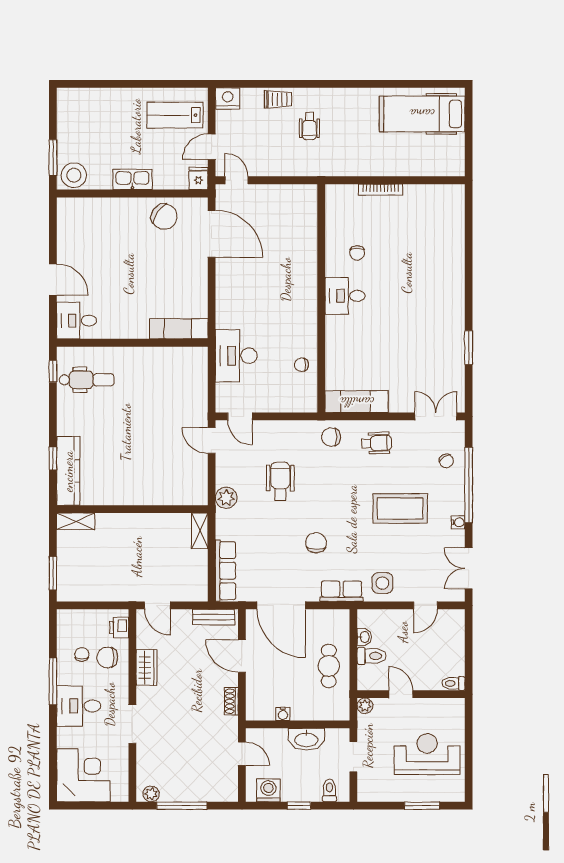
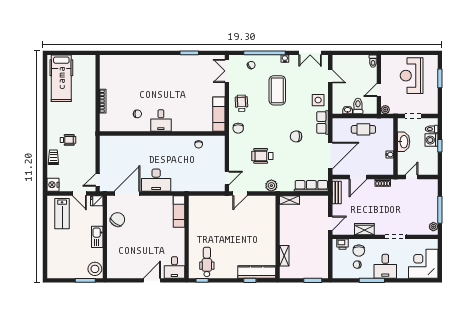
desk: (236, 356) -> (156, 180), moved
shelving: (76, 521) -> (284, 256), moved
washing machine: (268, 790) -> (432, 140), moved

